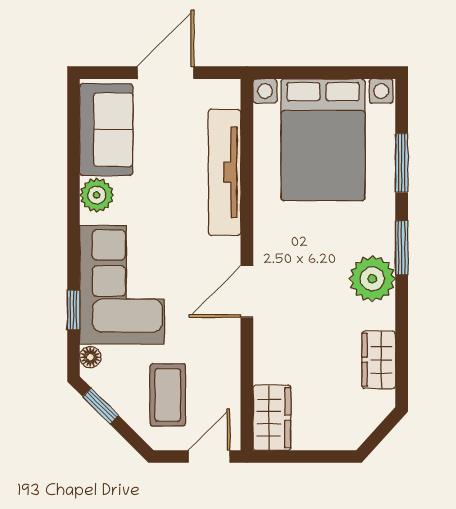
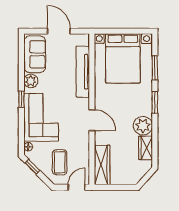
door: (166, 73) -> (59, 31), hinge flipped
plant: (372, 279) -> (143, 126), moved
door: (247, 291) -> (92, 120), swing flipped
window: (74, 310) -> (21, 99), moved
wardrobe: (272, 418) -> (102, 165), width x1.50

